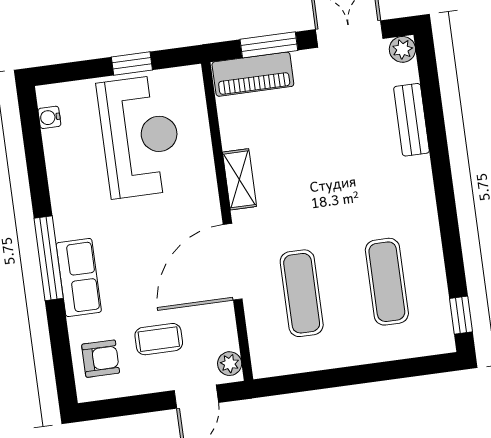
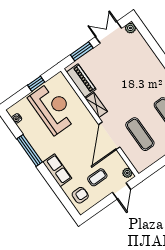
piano: (253, 74) -> (81, 81), moved, turned -90
bench: (411, 120) -> (147, 51), removed
window: (49, 258) -> (30, 150), moved

